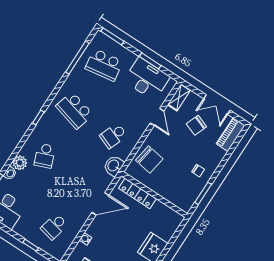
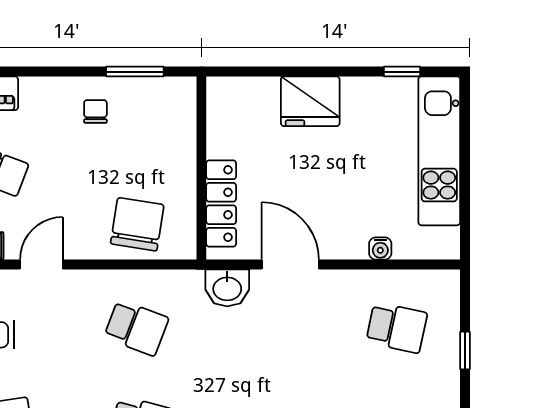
washbasin: (114, 166) -> (227, 288), moved

